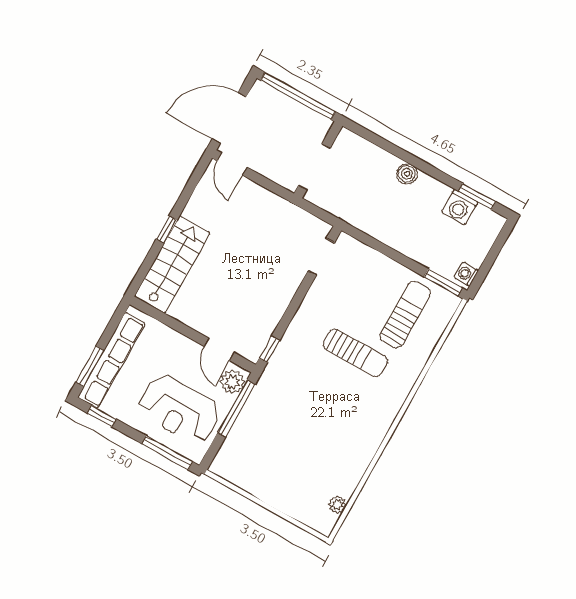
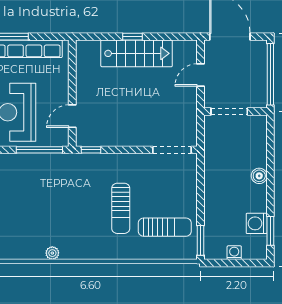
door: (232, 164) -> (200, 75), moved
doorway: (321, 257) -> (172, 150), width x1.38
stairs: (172, 264) -> (137, 53), moved
washing machine: (466, 274) -> (234, 253), moved
plant: (232, 382) -> (56, 137), removed
plant: (337, 505) -> (52, 253), moved

